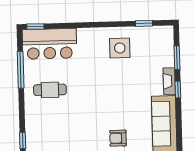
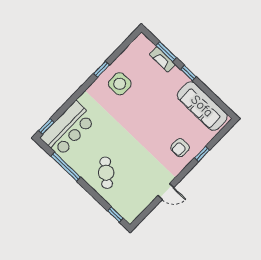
window: (144, 23) -> (101, 69), moved
fireplace: (169, 81) -> (162, 59), moved
cafe table: (50, 90) -> (106, 173), moved, turned -49

